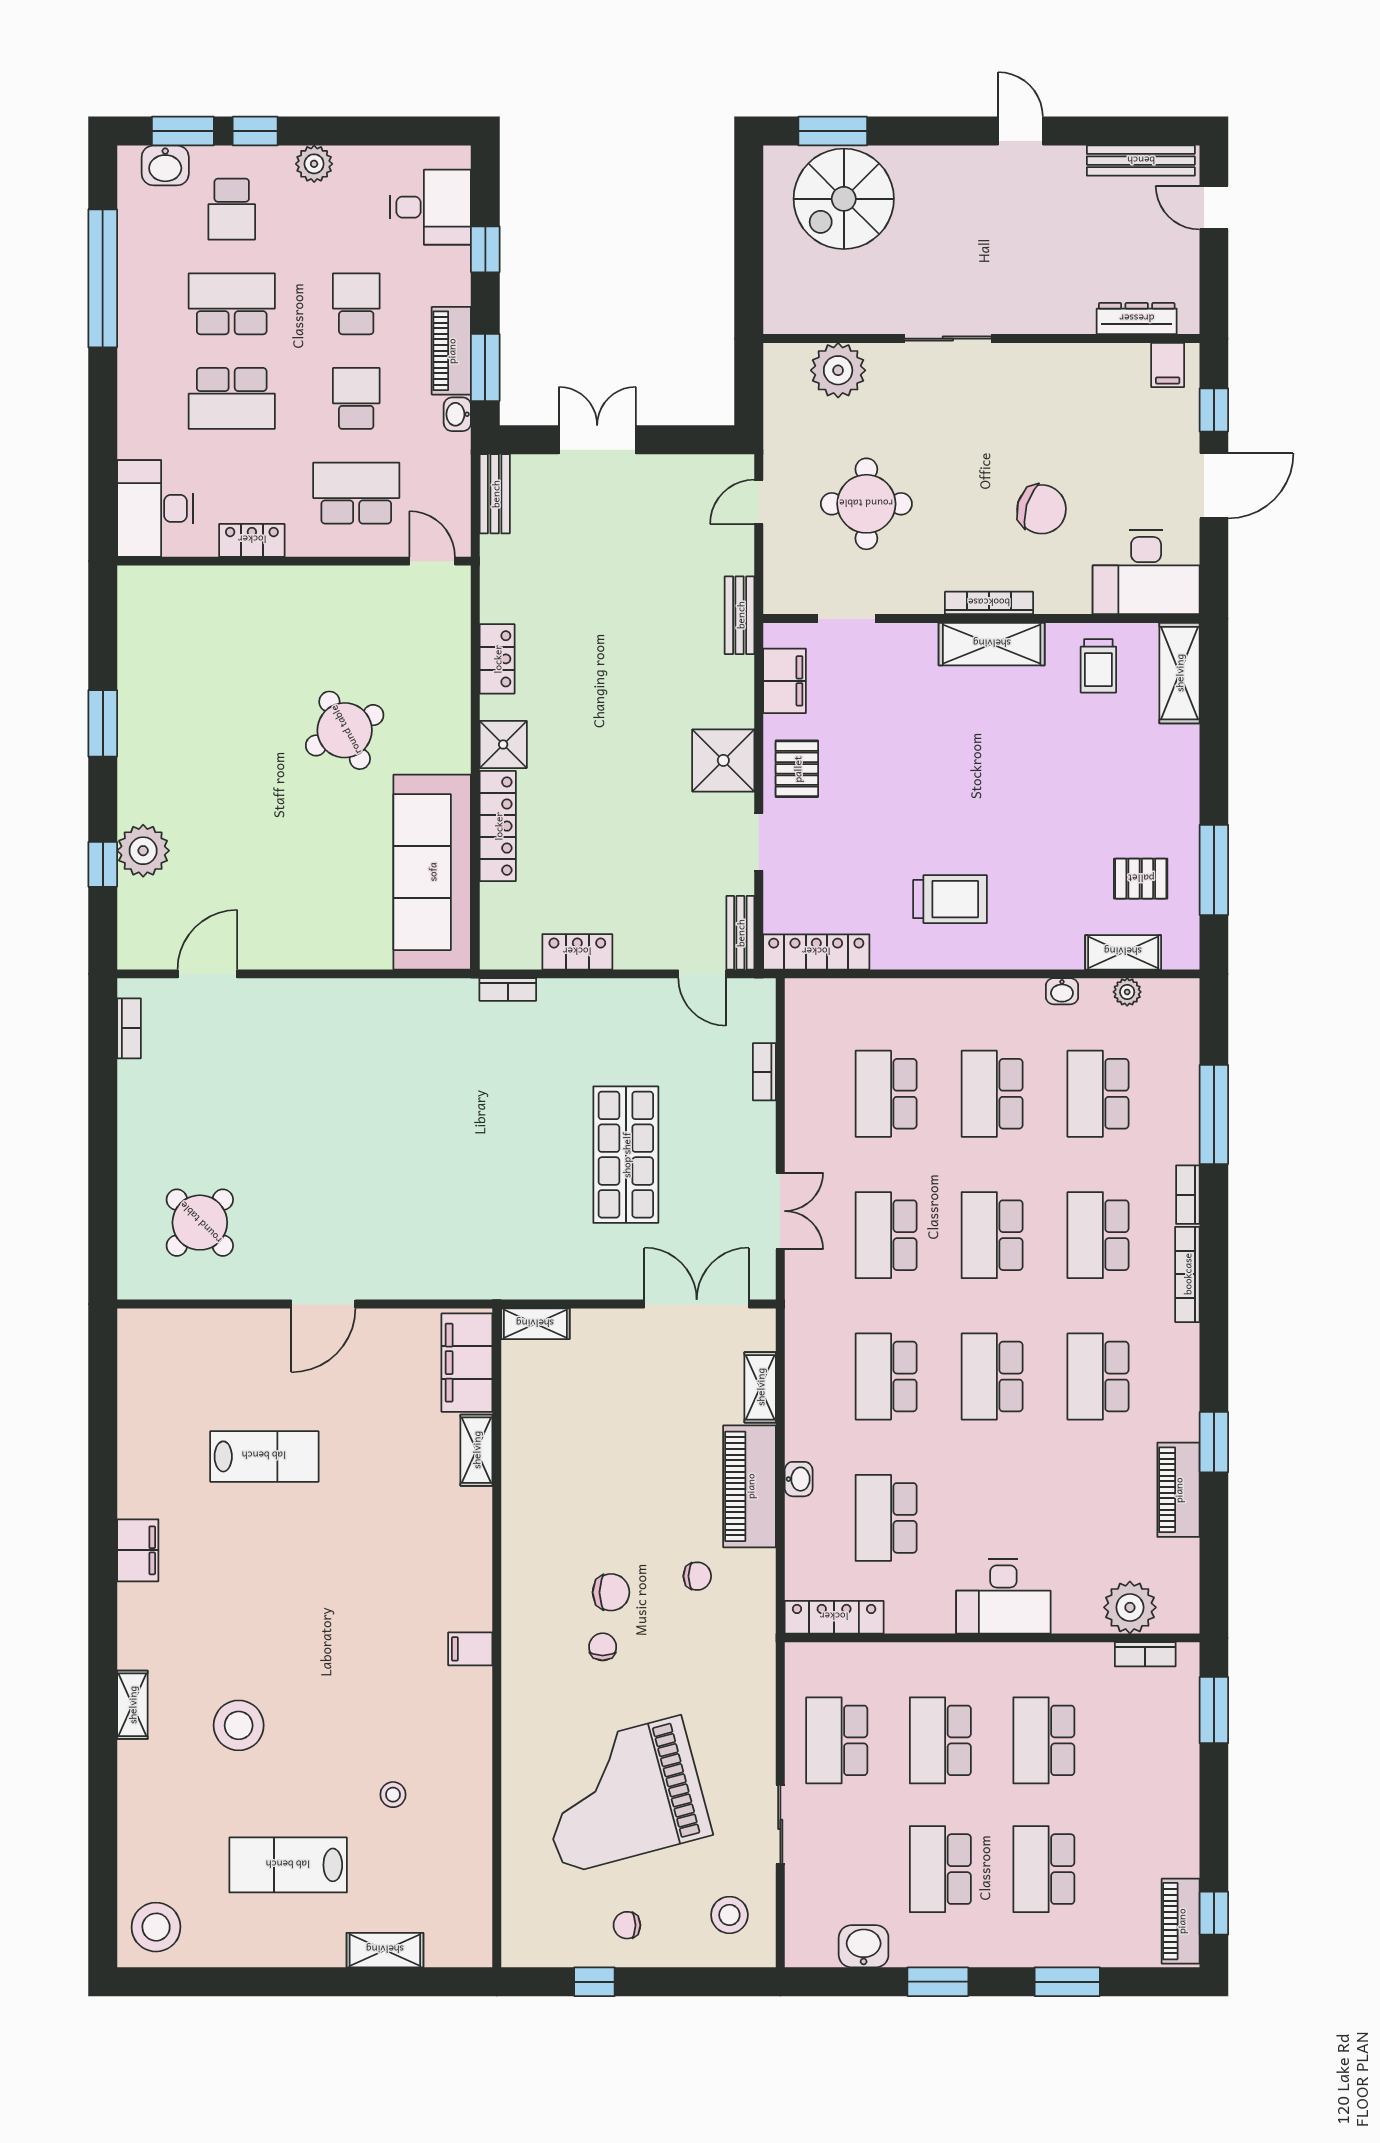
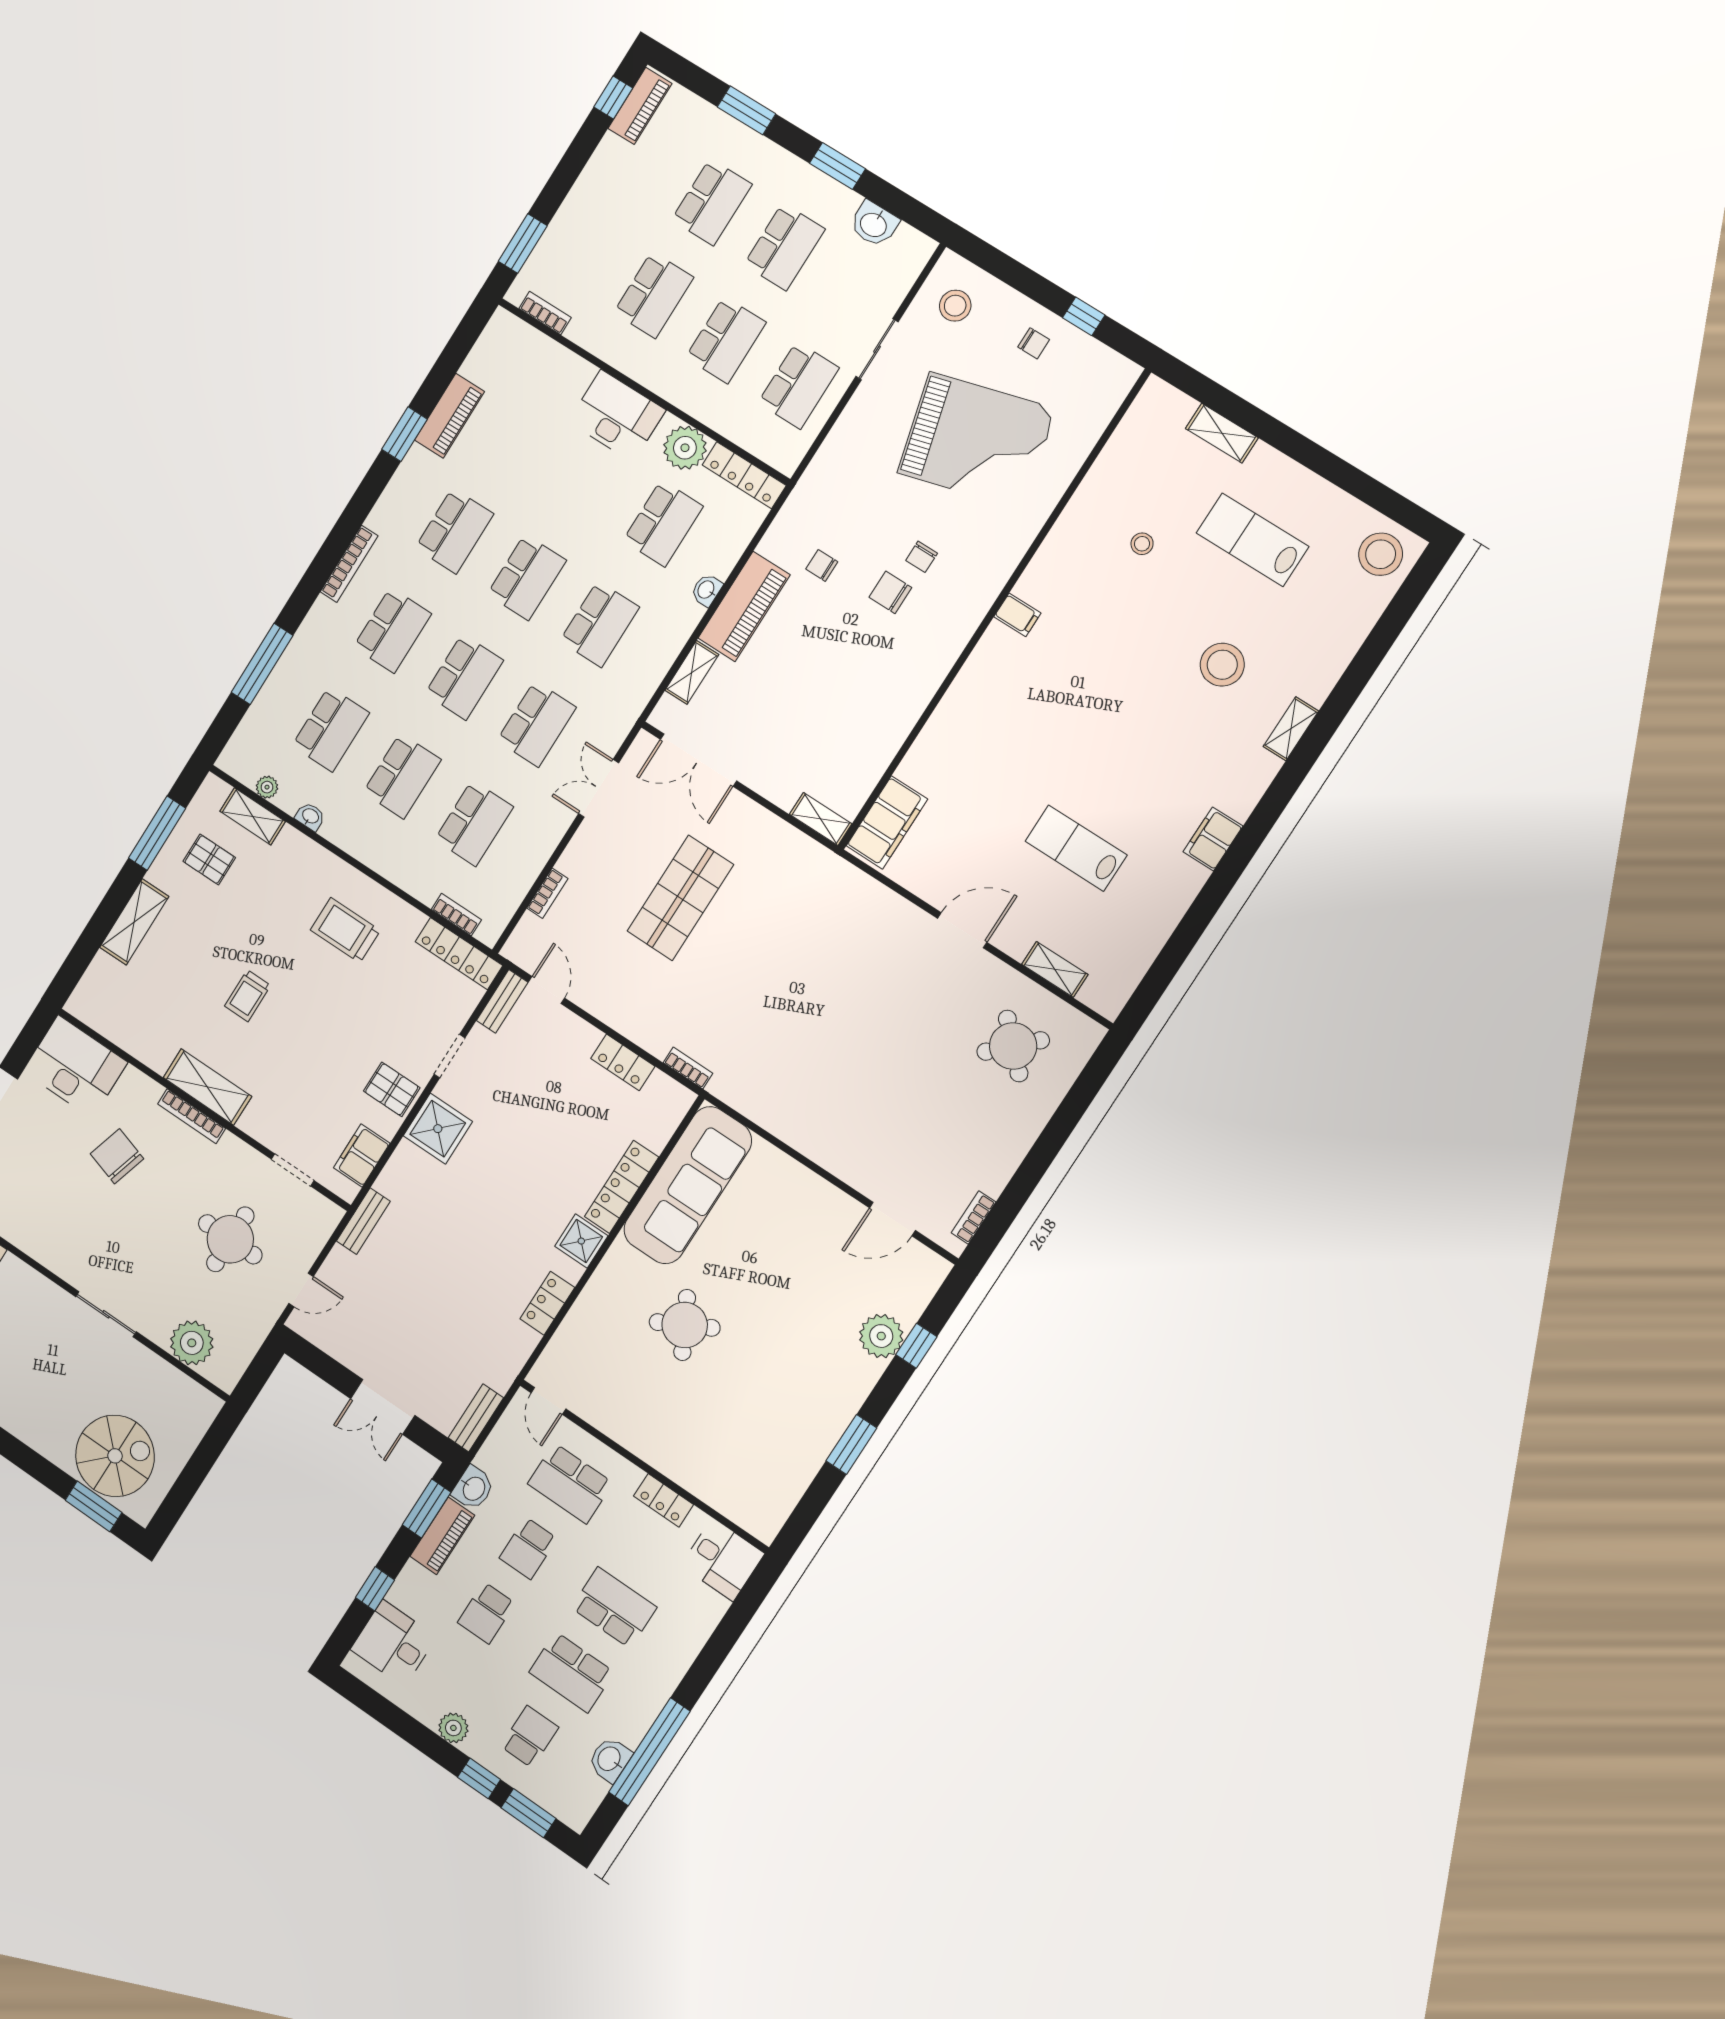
washbasin: (165, 165) -> (610, 1759), moved, turned -90
washbasin: (457, 414) -> (473, 1488), width x1.38, depth x1.45
desk: (155, 508) -> (723, 1560), width x0.73
trolley: (1098, 666) -> (248, 996), moved, turned 180
shelving: (1179, 673) -> (134, 922), moved
pallet: (797, 769) -> (392, 1089), turned 90
bookcase: (1188, 1195) -> (456, 914), moved, turned -90
shelving: (476, 1450) -> (1055, 969), moved, turned 90
plant: (1130, 1607) -> (685, 448), moved
lab bench: (288, 1865) -> (1253, 540), turned 180

